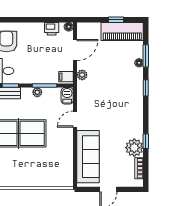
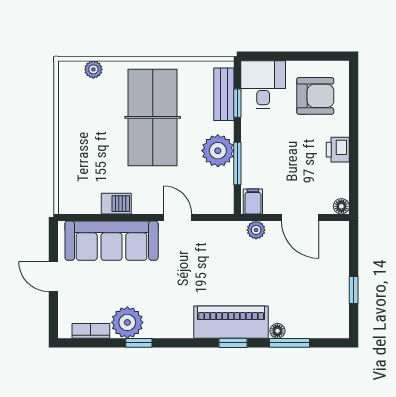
printer: (52, 29) -> (338, 150), moved
piano: (122, 31) -> (231, 322), moved, turned 90
plant: (37, 92) -> (218, 151), width x1.88, depth x1.88
barbecue: (67, 96) -> (116, 204), moved

